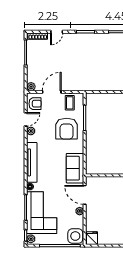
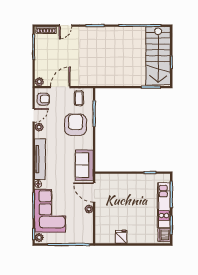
armchair: (67, 129) -> (76, 125), turned 180
side table: (75, 236) -> (85, 235), removed
fridge: (92, 238) -> (121, 237), moved

